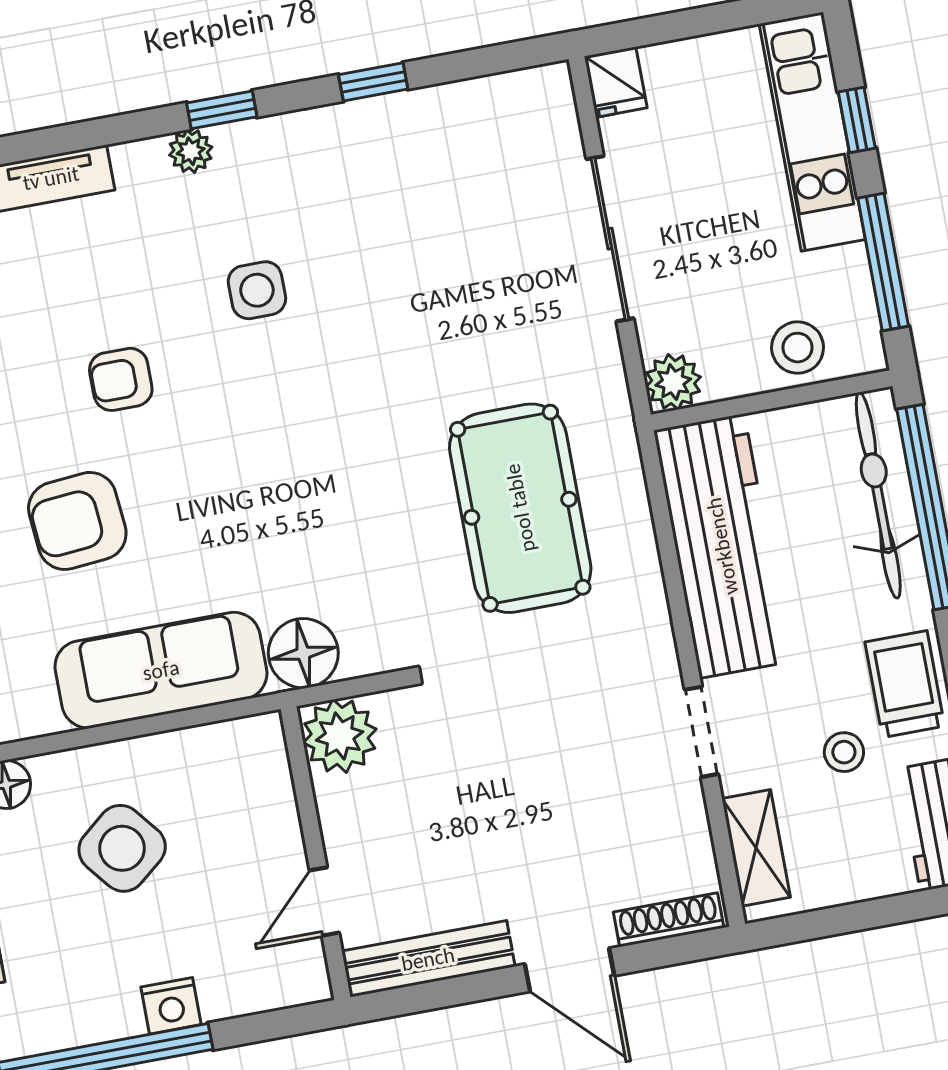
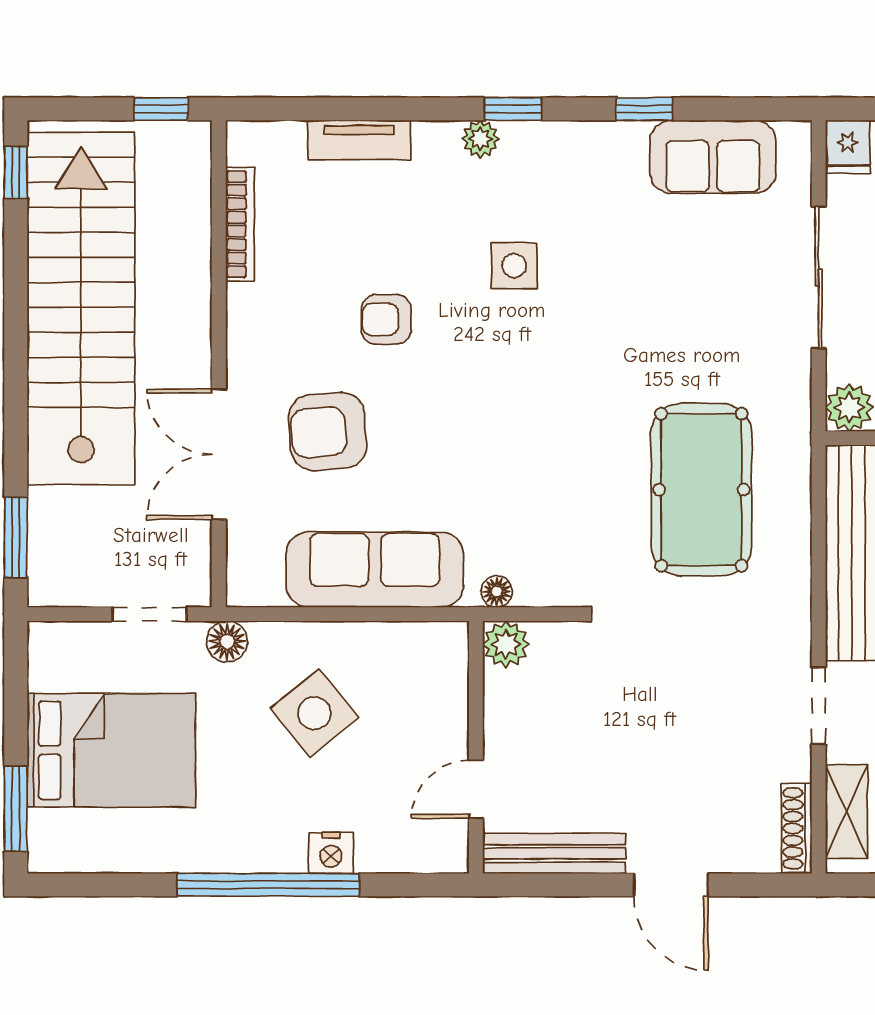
sofa: (462, 122) -> (713, 157), added
floor lamp: (303, 653) -> (497, 592), width x0.53, depth x0.53
plant: (340, 736) -> (506, 644), width x0.73, depth x0.73
shoe rack: (669, 920) -> (797, 828), moved, turned -90

